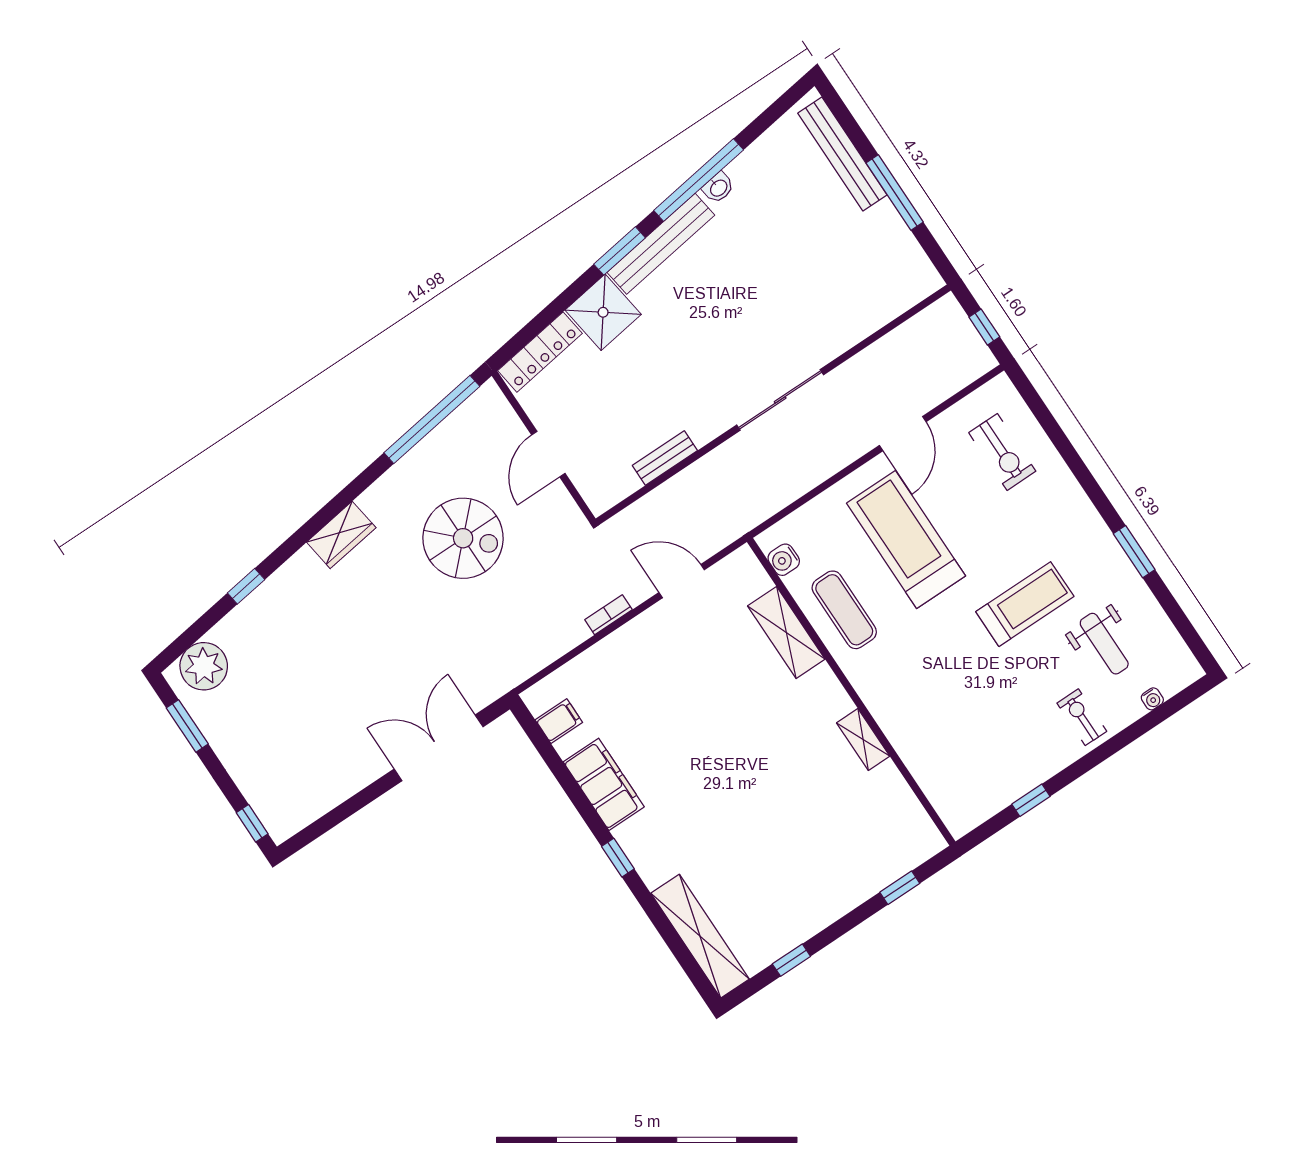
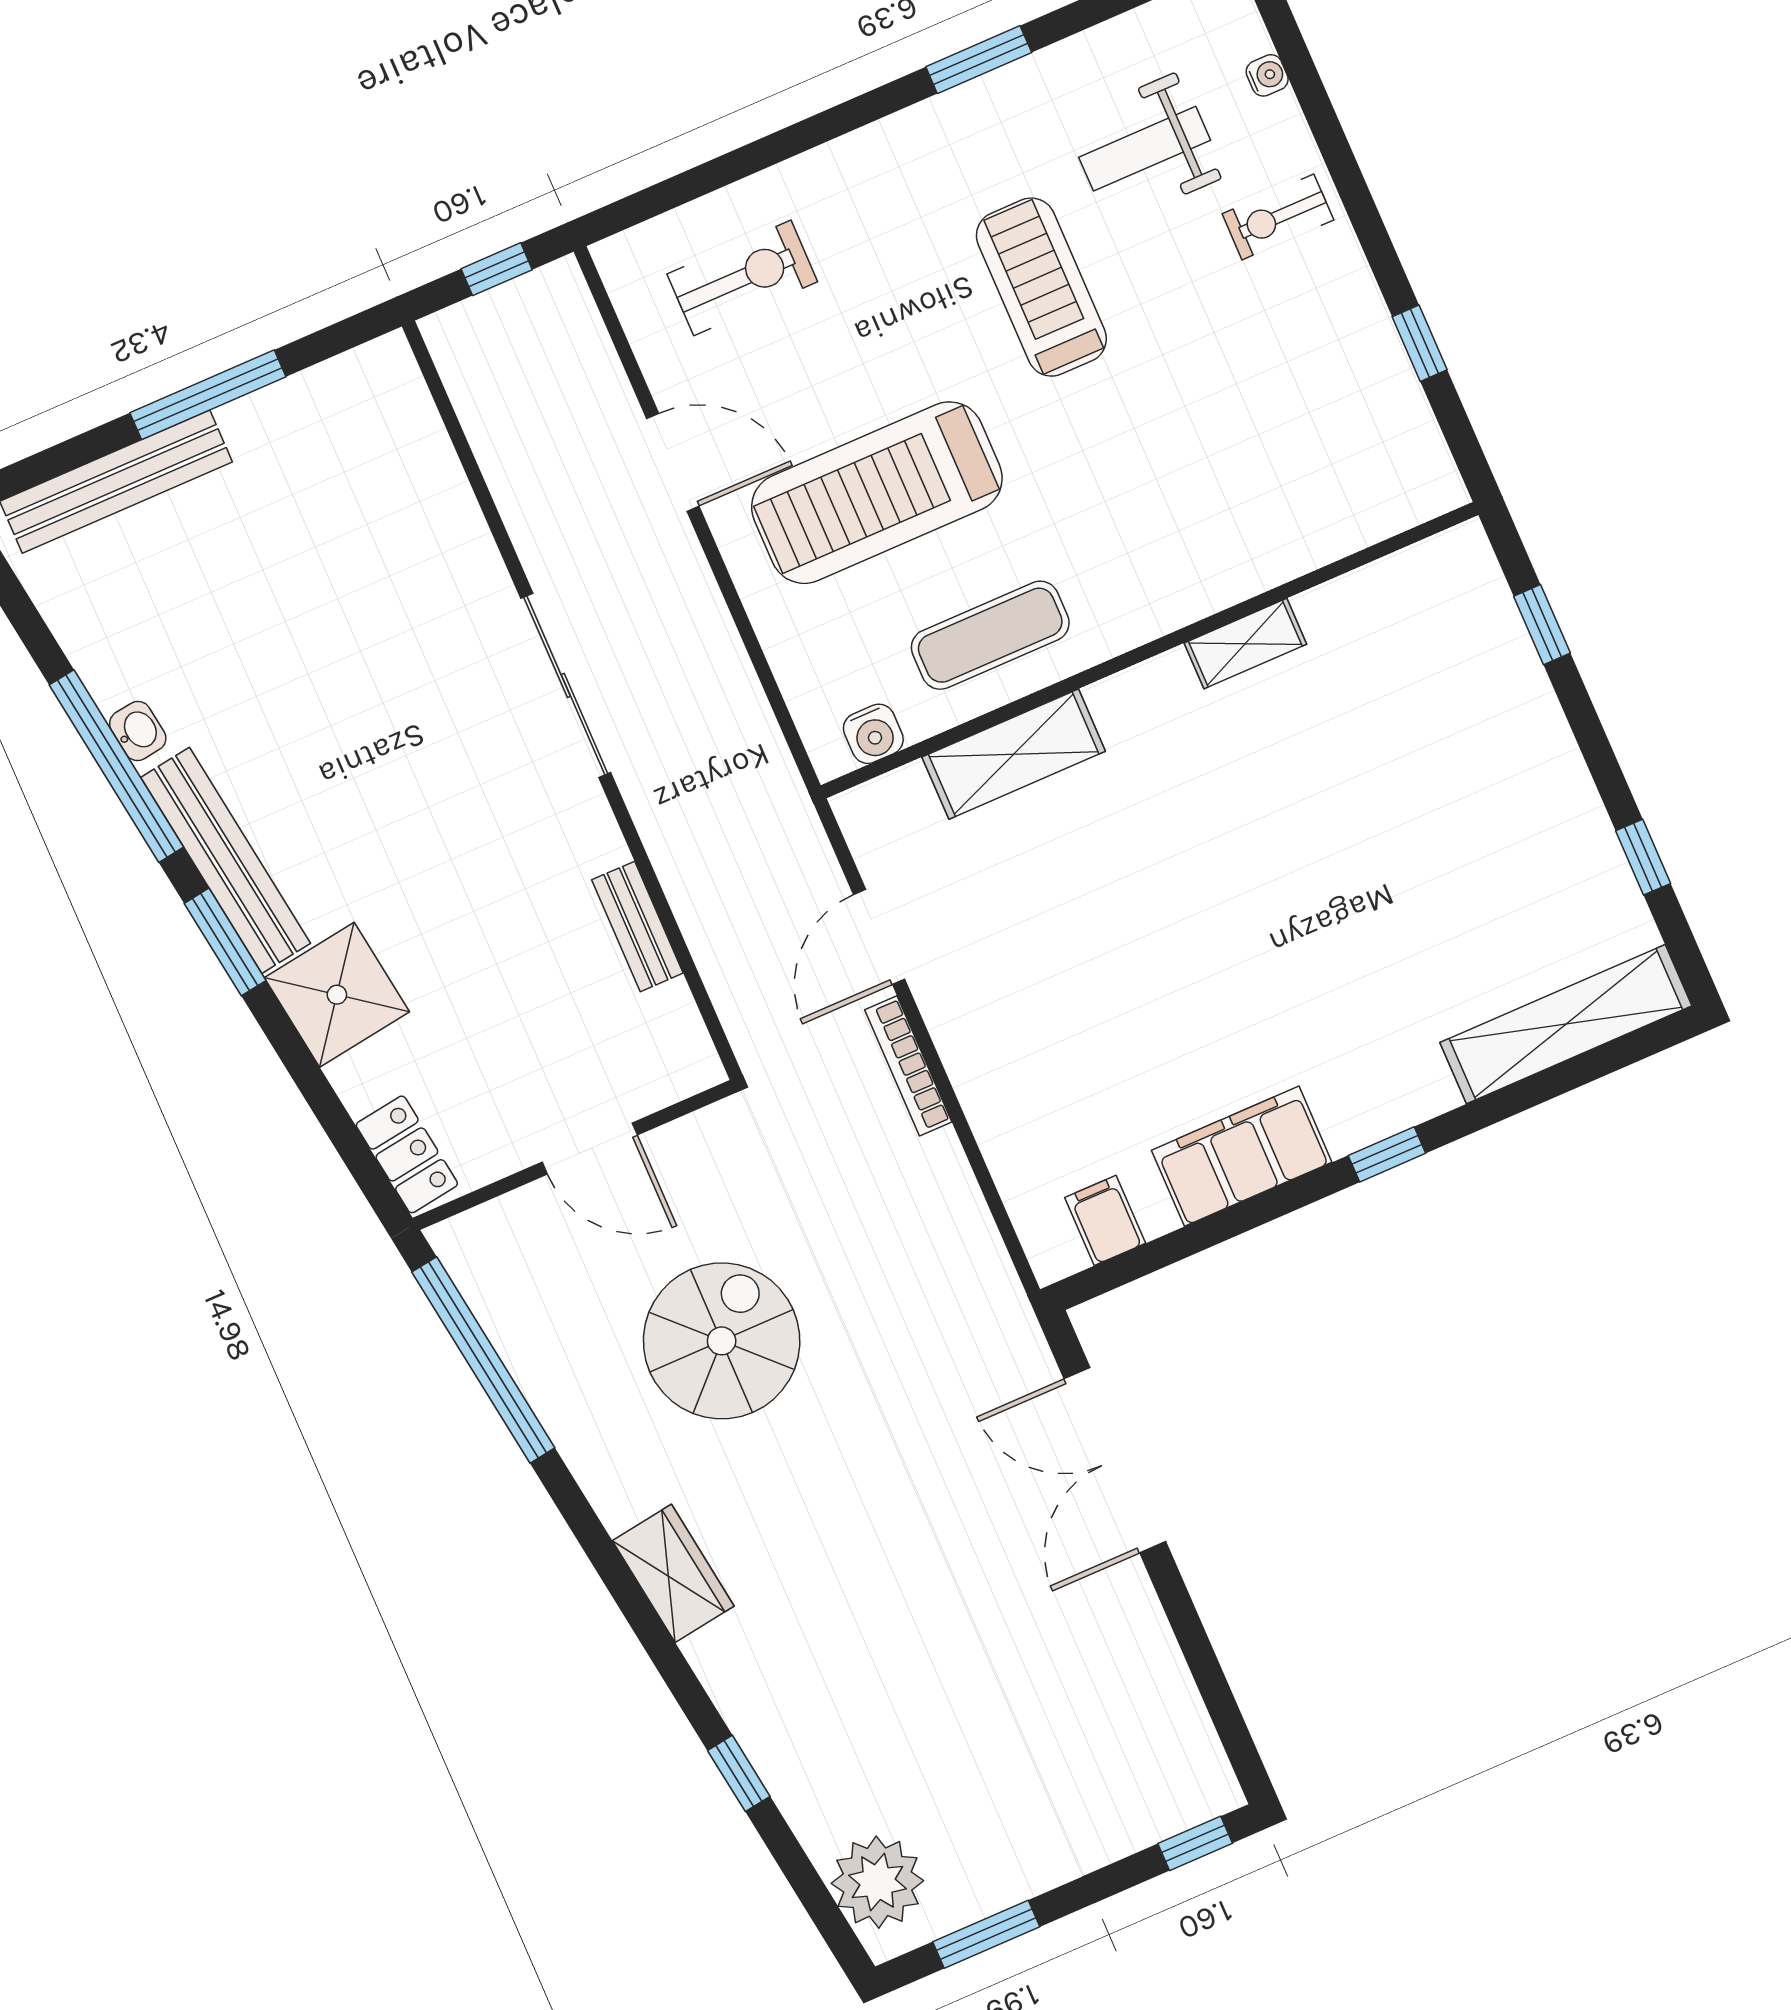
locker: (540, 352) -> (407, 1154), width x0.66
bookcase: (608, 615) -> (908, 1066), width x1.56
weight bench: (1104, 644) -> (1145, 149), turned 180

